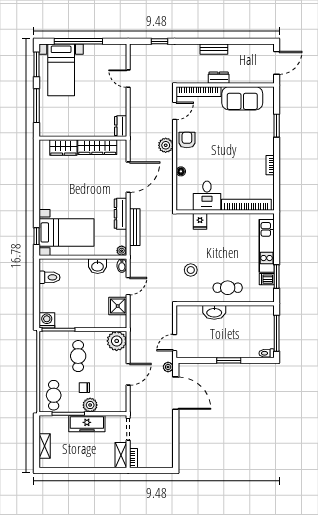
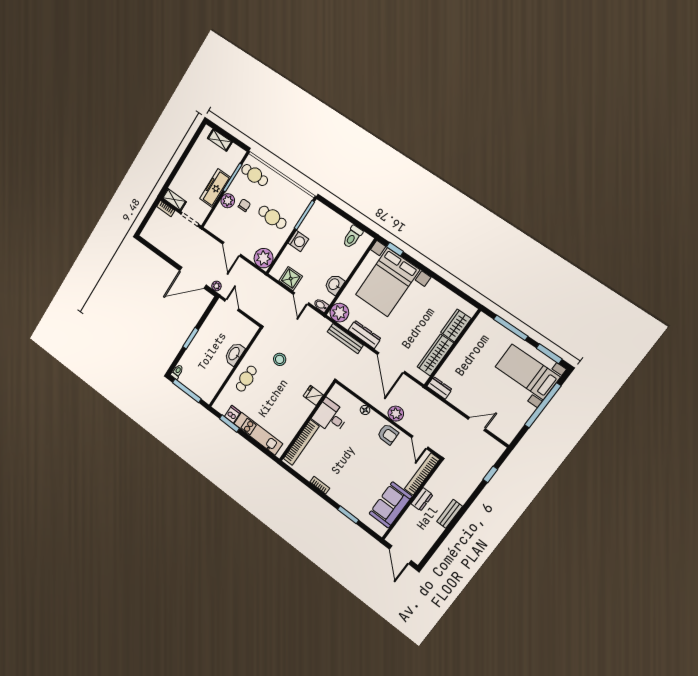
bed with nightstands: (66, 232) -> (387, 282), width x1.36
plant: (122, 251) -> (339, 313), width x1.87, depth x1.87
washing machine: (47, 320) -> (298, 241), moved

